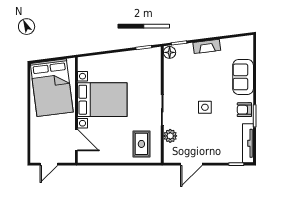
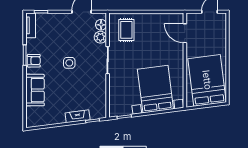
fireplace: (207, 46) -> (78, 116), moved
floor lamp: (170, 52) -> (101, 25), moved
bed with nightstands: (102, 100) -> (155, 89), moved, turned 83
tv unit: (248, 143) -> (31, 25), width x0.71

